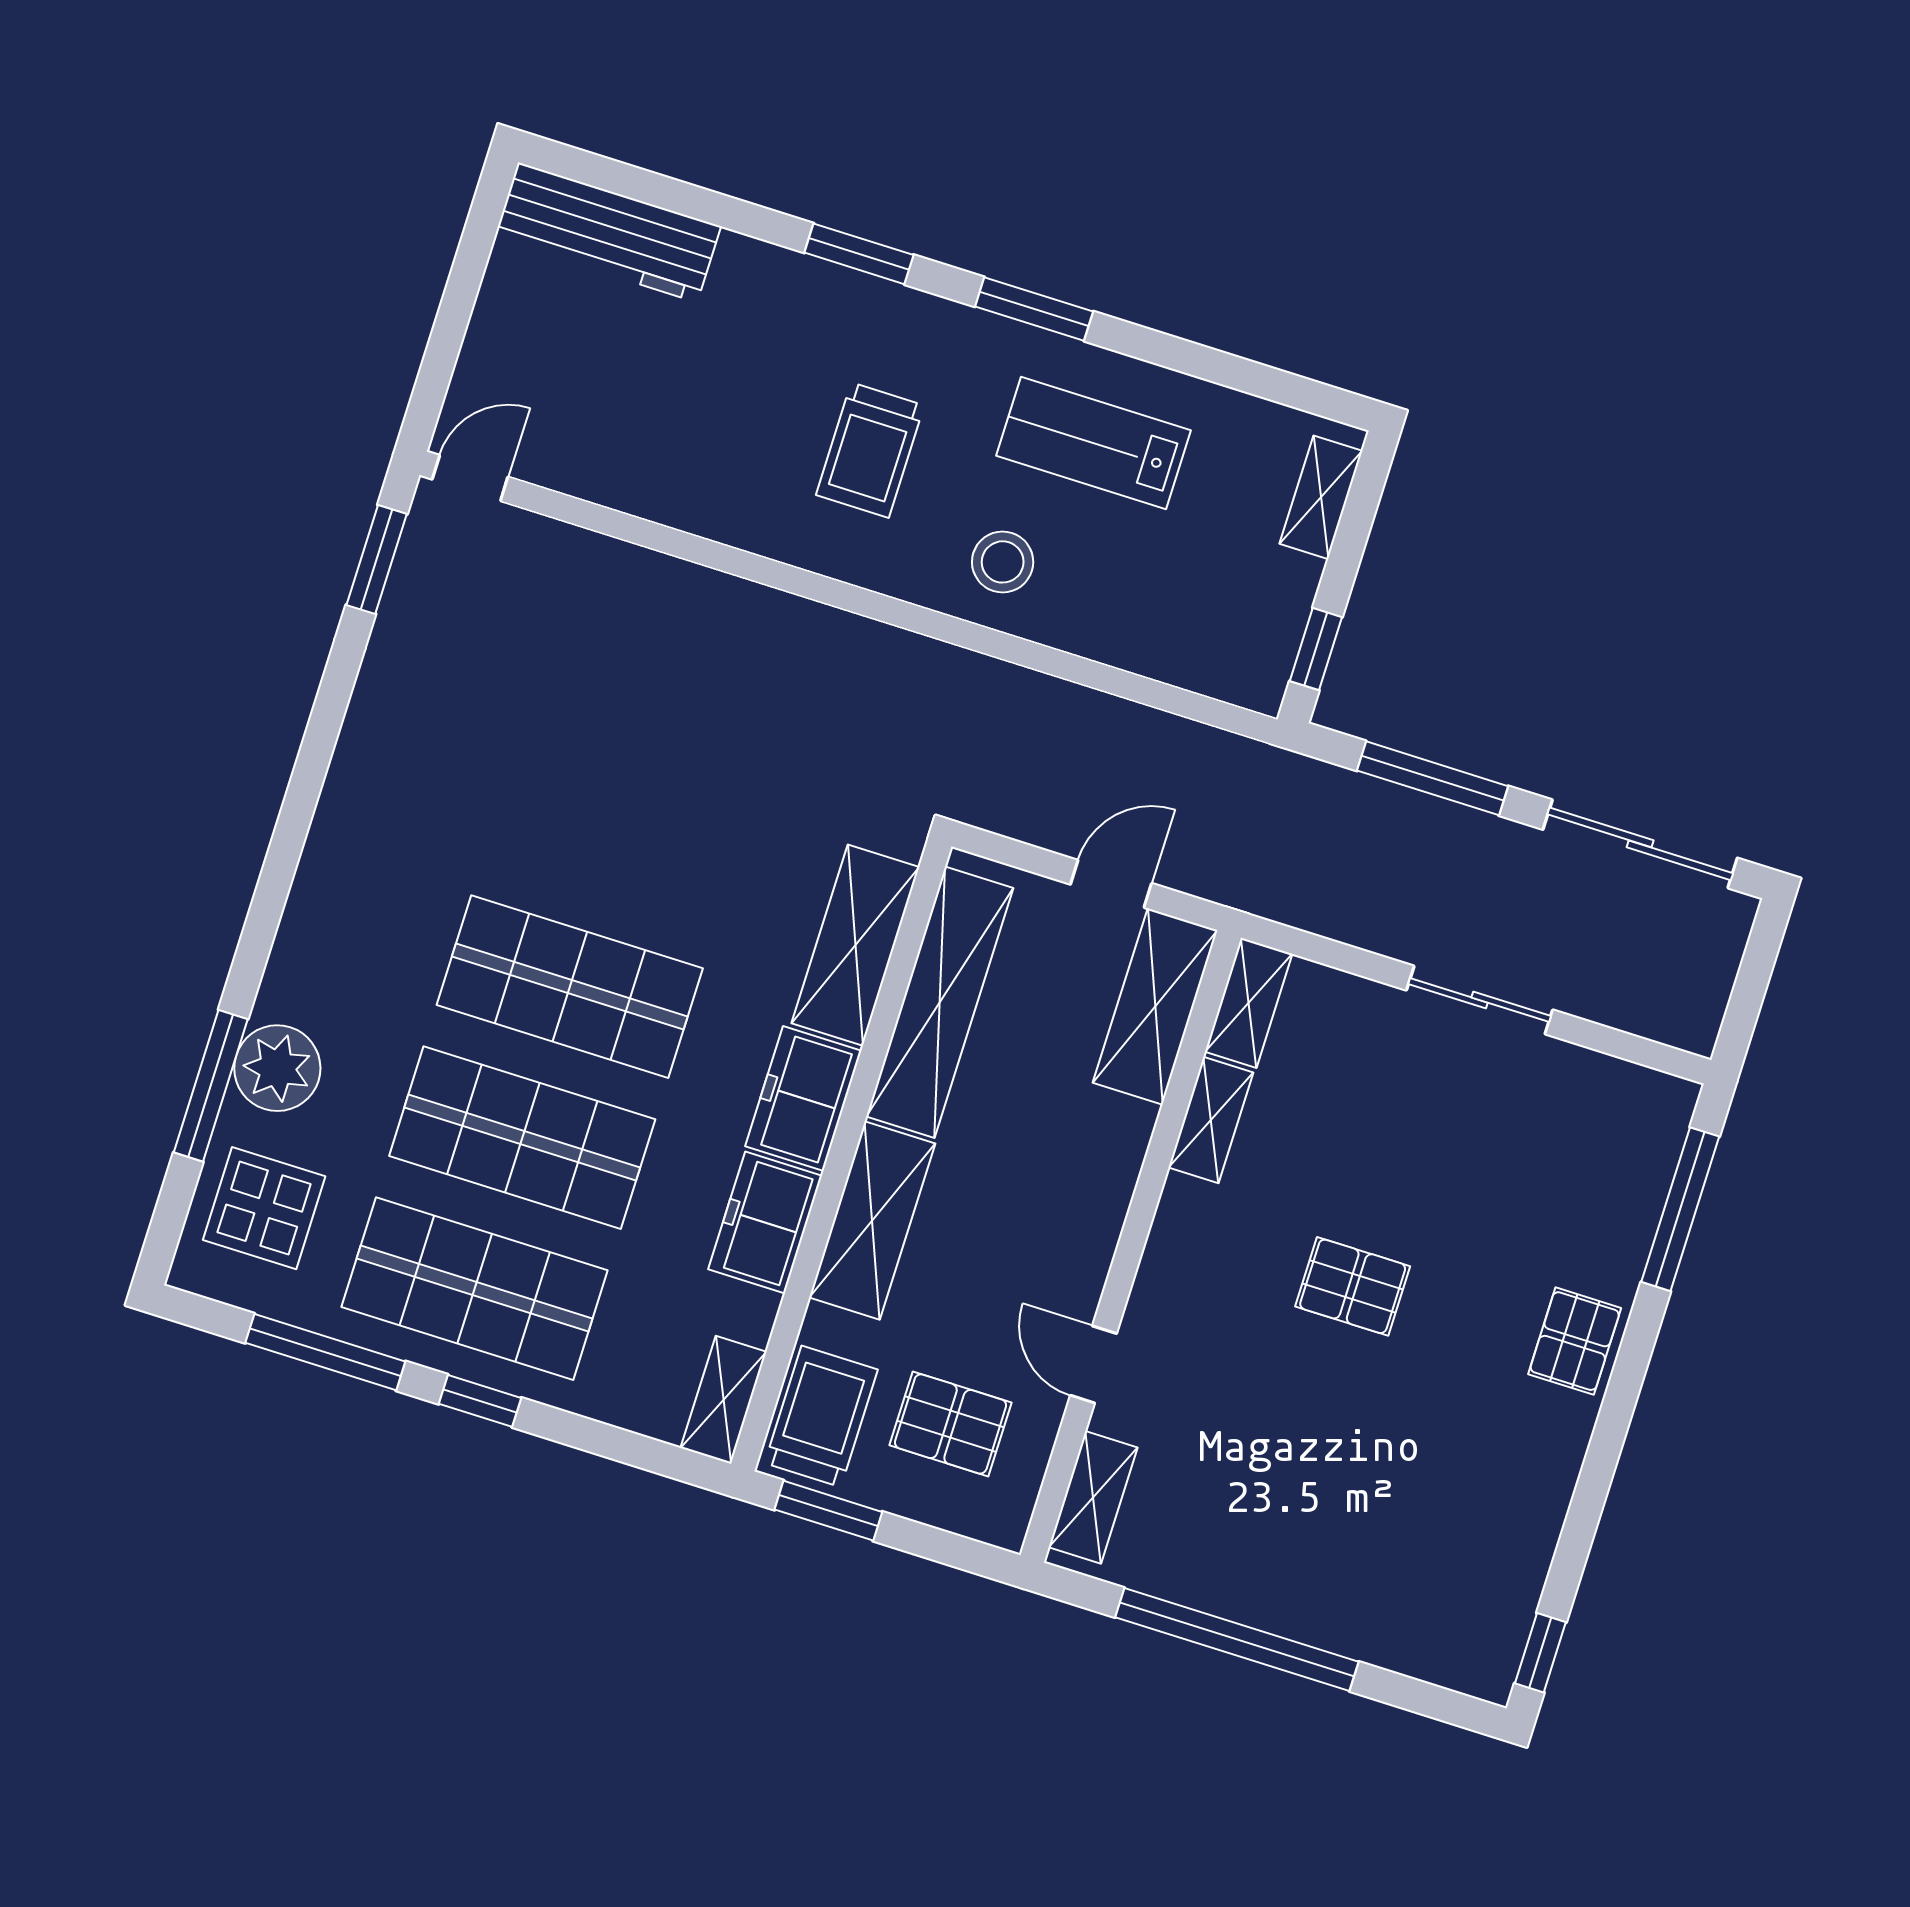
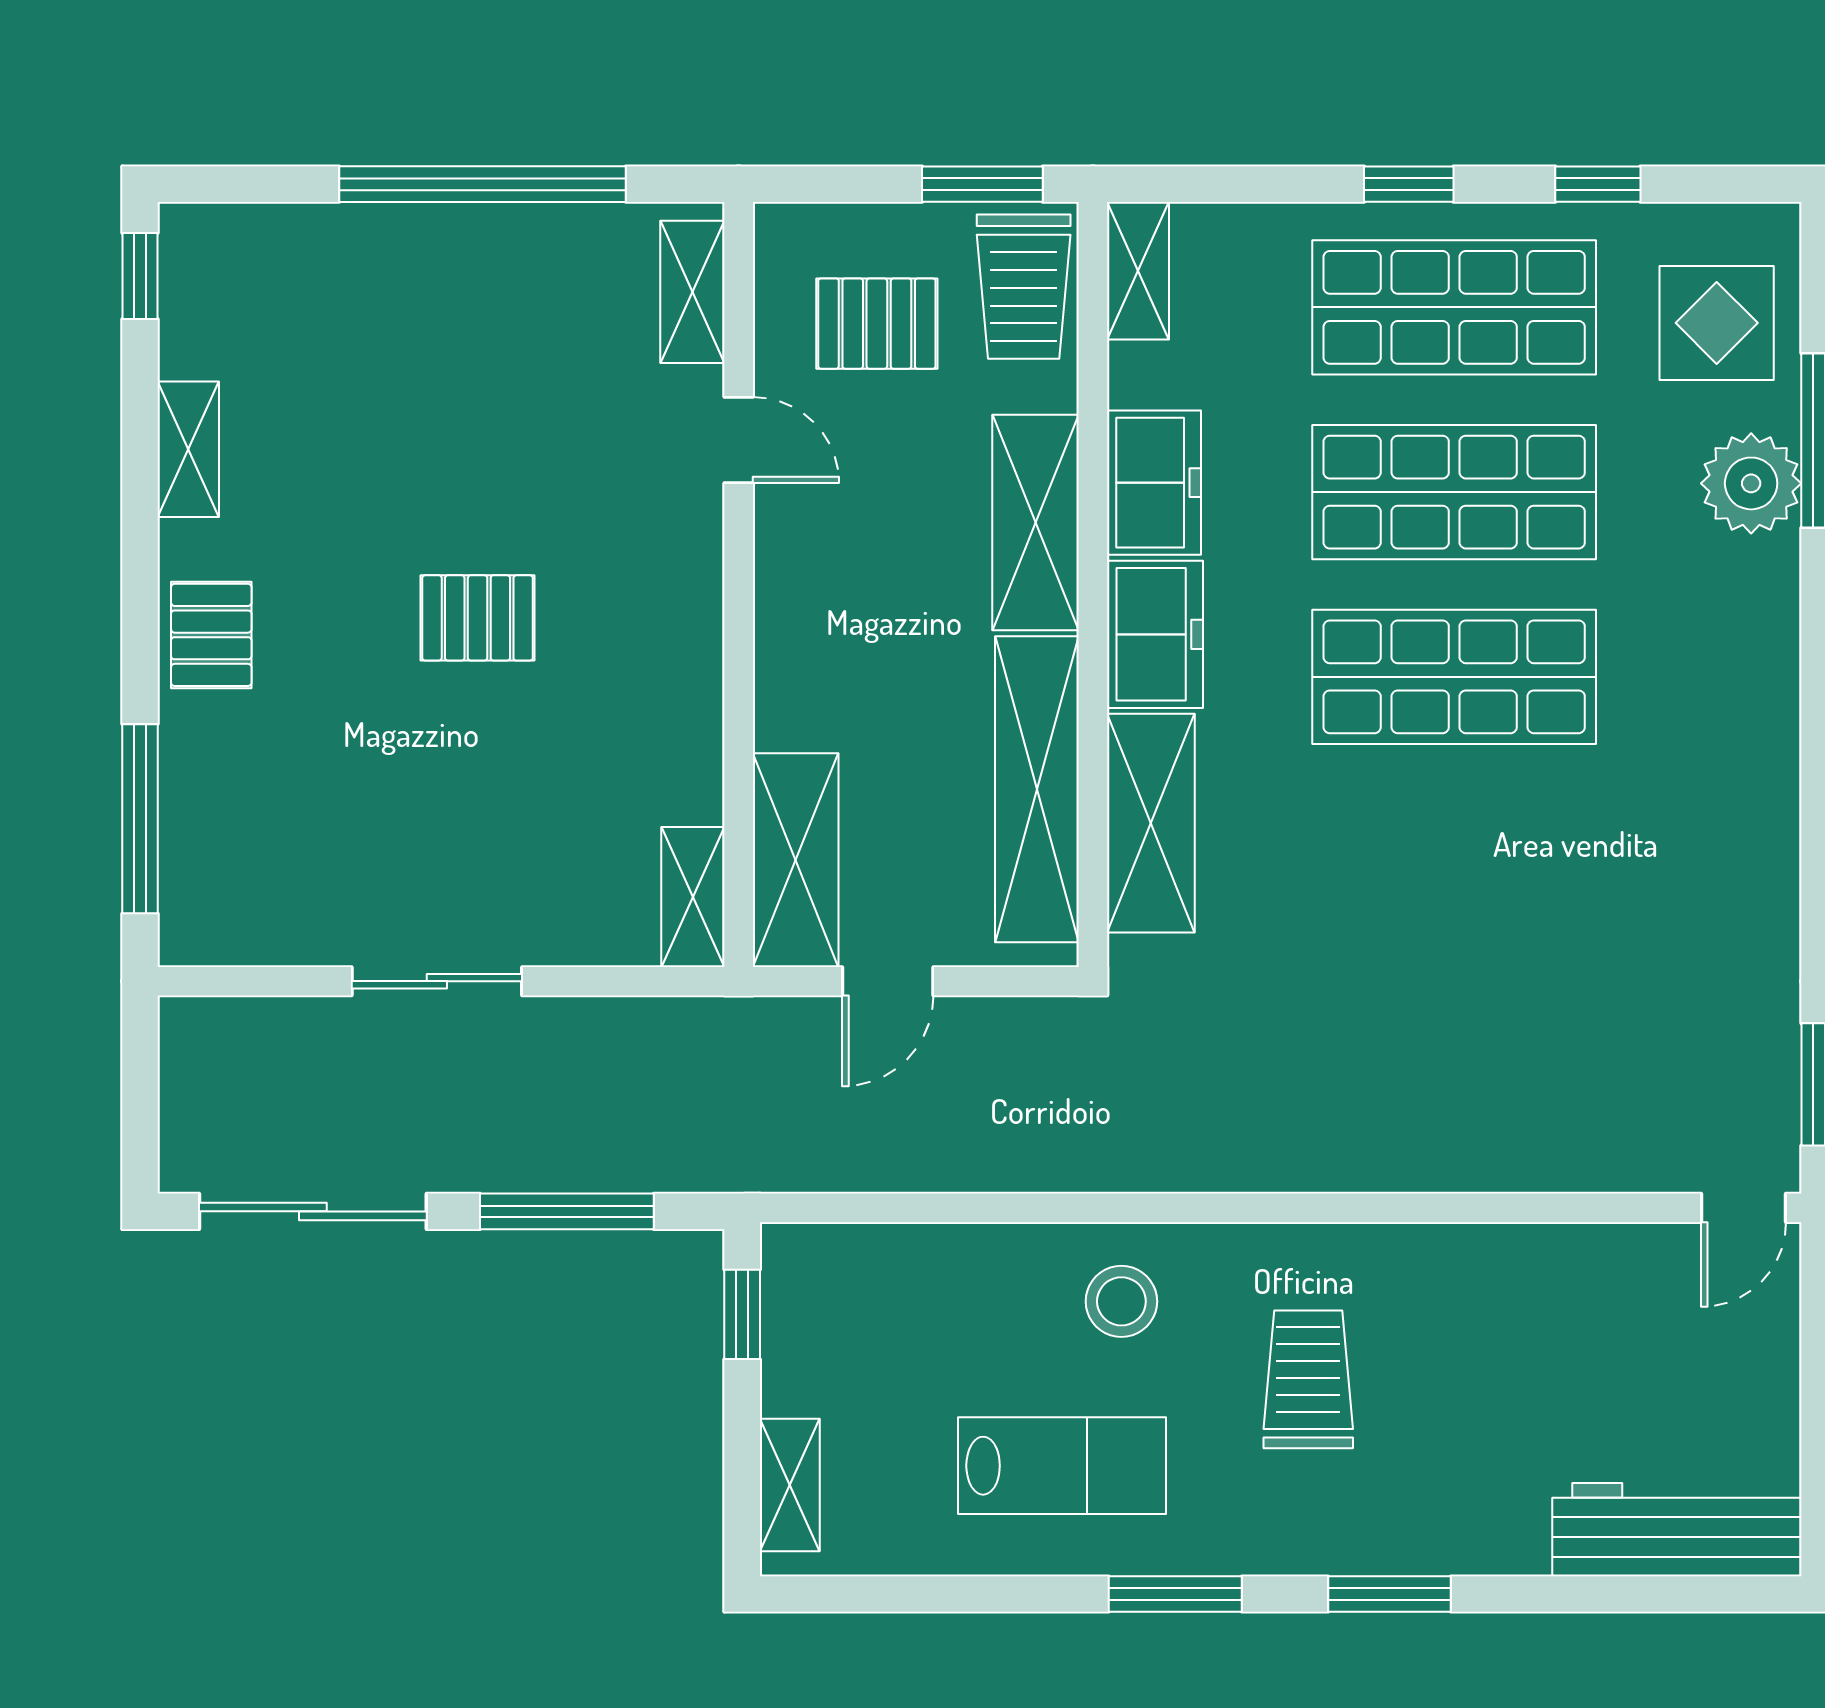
shelving: (1211, 1120) -> (188, 449), moved
window: (325, 1352) -> (1598, 184), width x0.46

